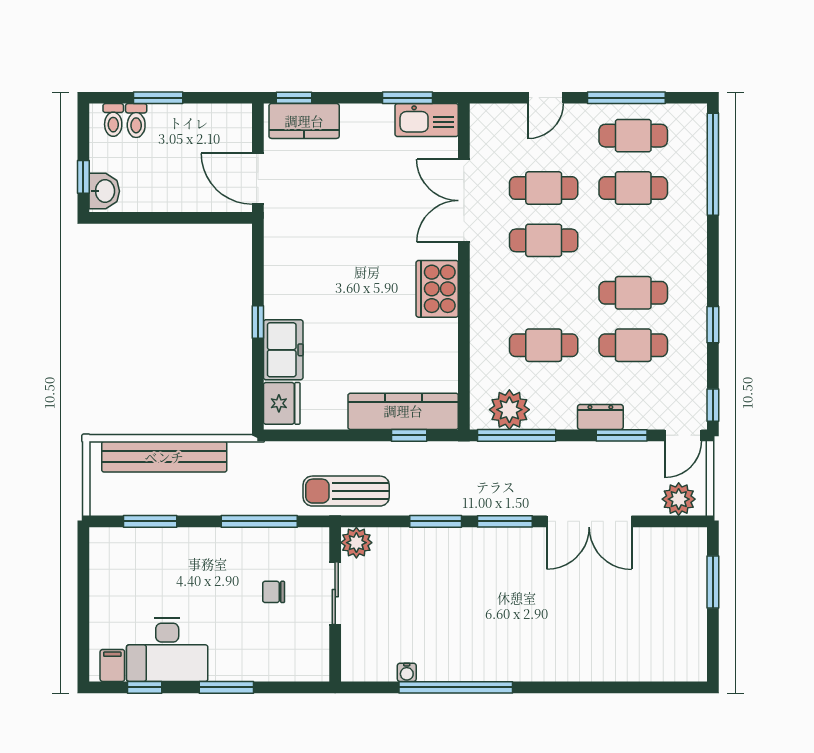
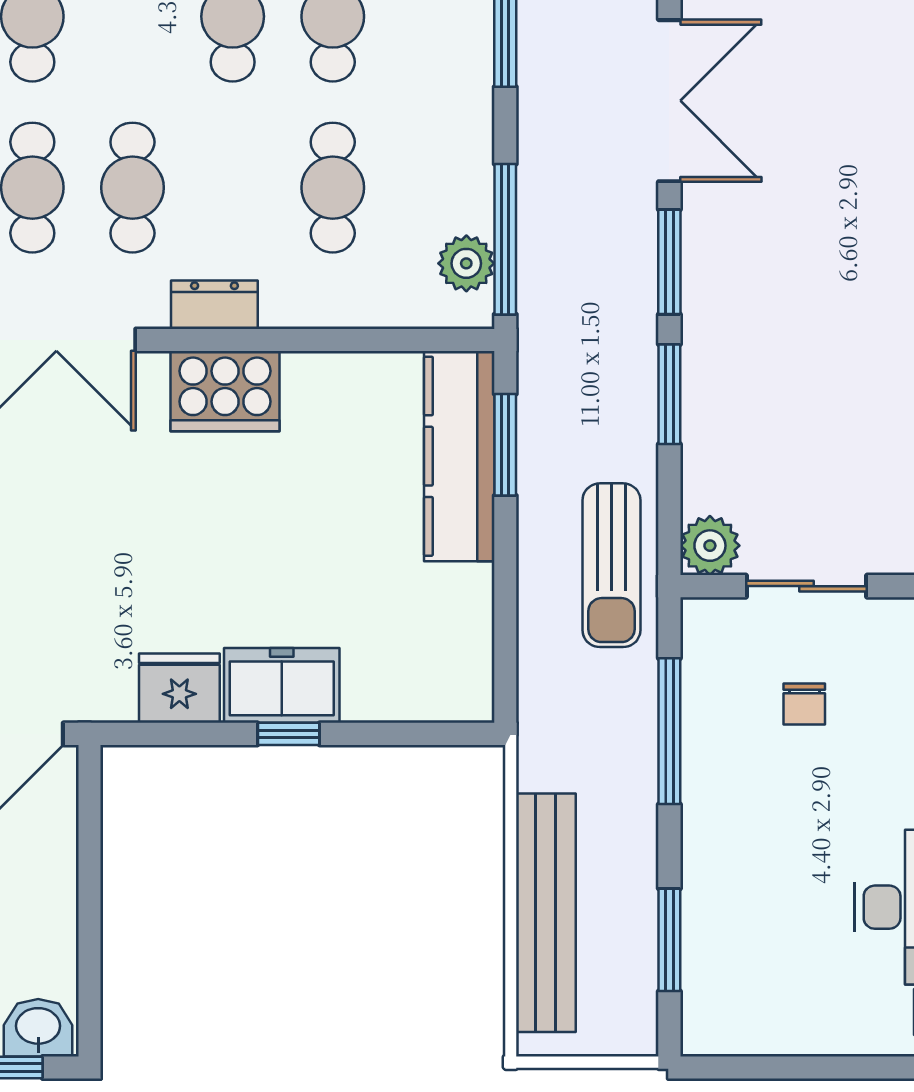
freezer: (283, 350) -> (282, 685), moved
fridge: (282, 403) -> (179, 688), moved
plant: (509, 410) -> (466, 263), width x0.73, depth x0.73
dresser: (600, 417) -> (214, 305), moved, turned 90
window: (409, 435) -> (505, 445), width x1.50

